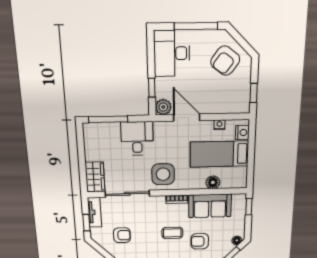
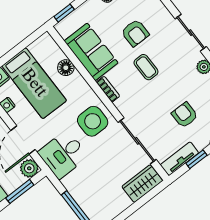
window: (152, 88) -> (20, 191), width x1.50
desk: (137, 138) -> (63, 154), moved

